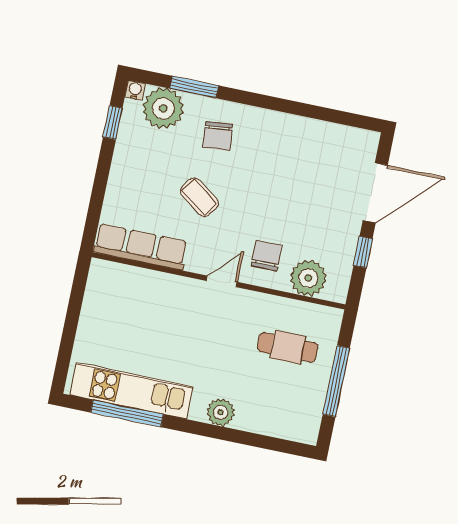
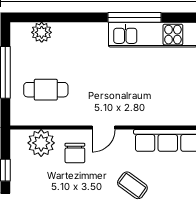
plant: (221, 412) -> (42, 32), moved
window: (127, 414) -> (134, 17), moved

